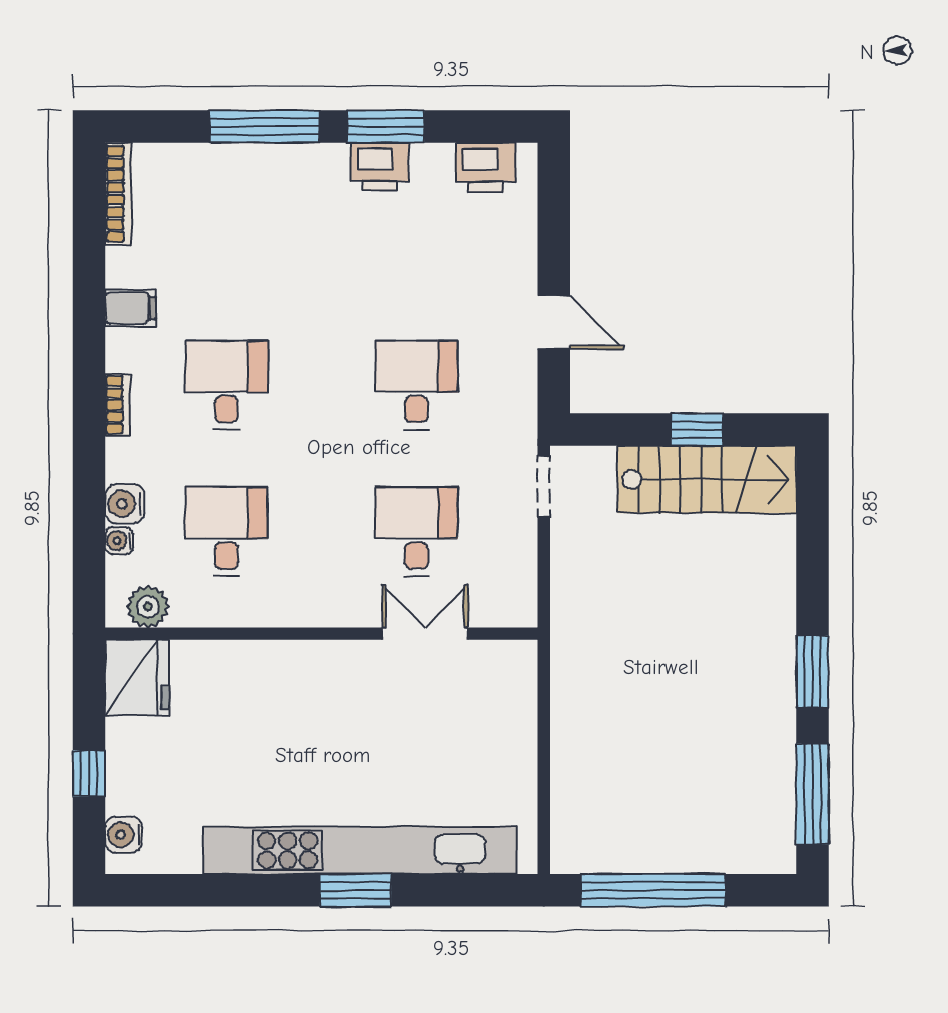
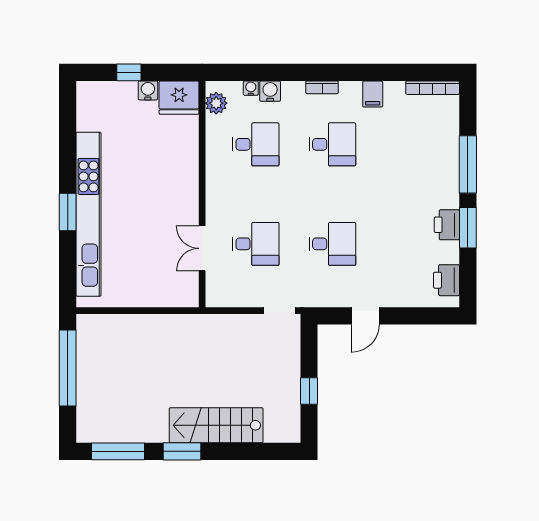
stairs: (707, 479) -> (216, 425), moved, turned 90
double door: (425, 634) -> (202, 248), swing flipped
water cooler: (124, 835) -> (148, 90), moved

